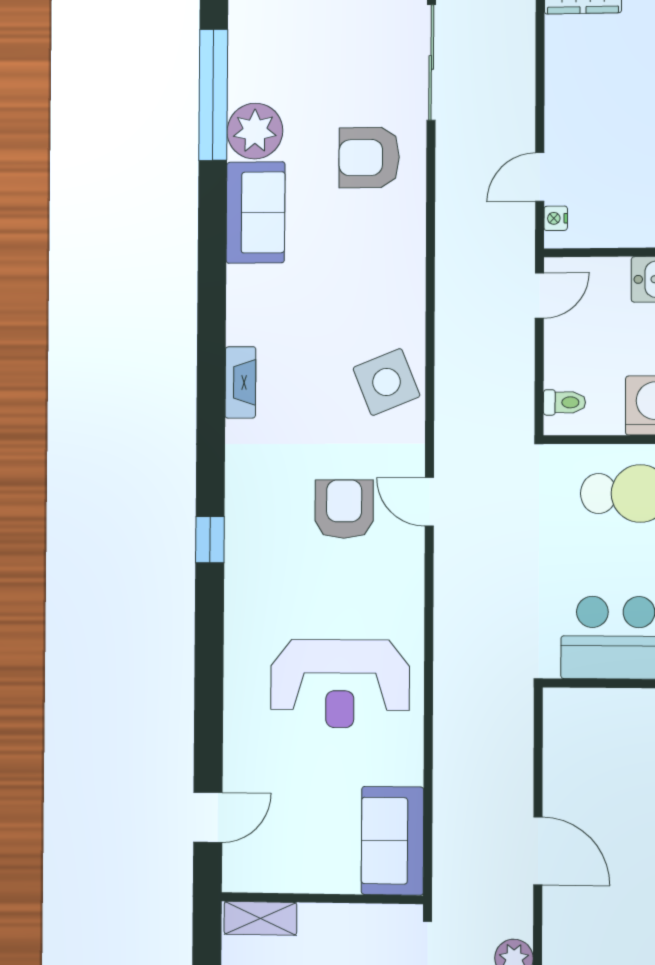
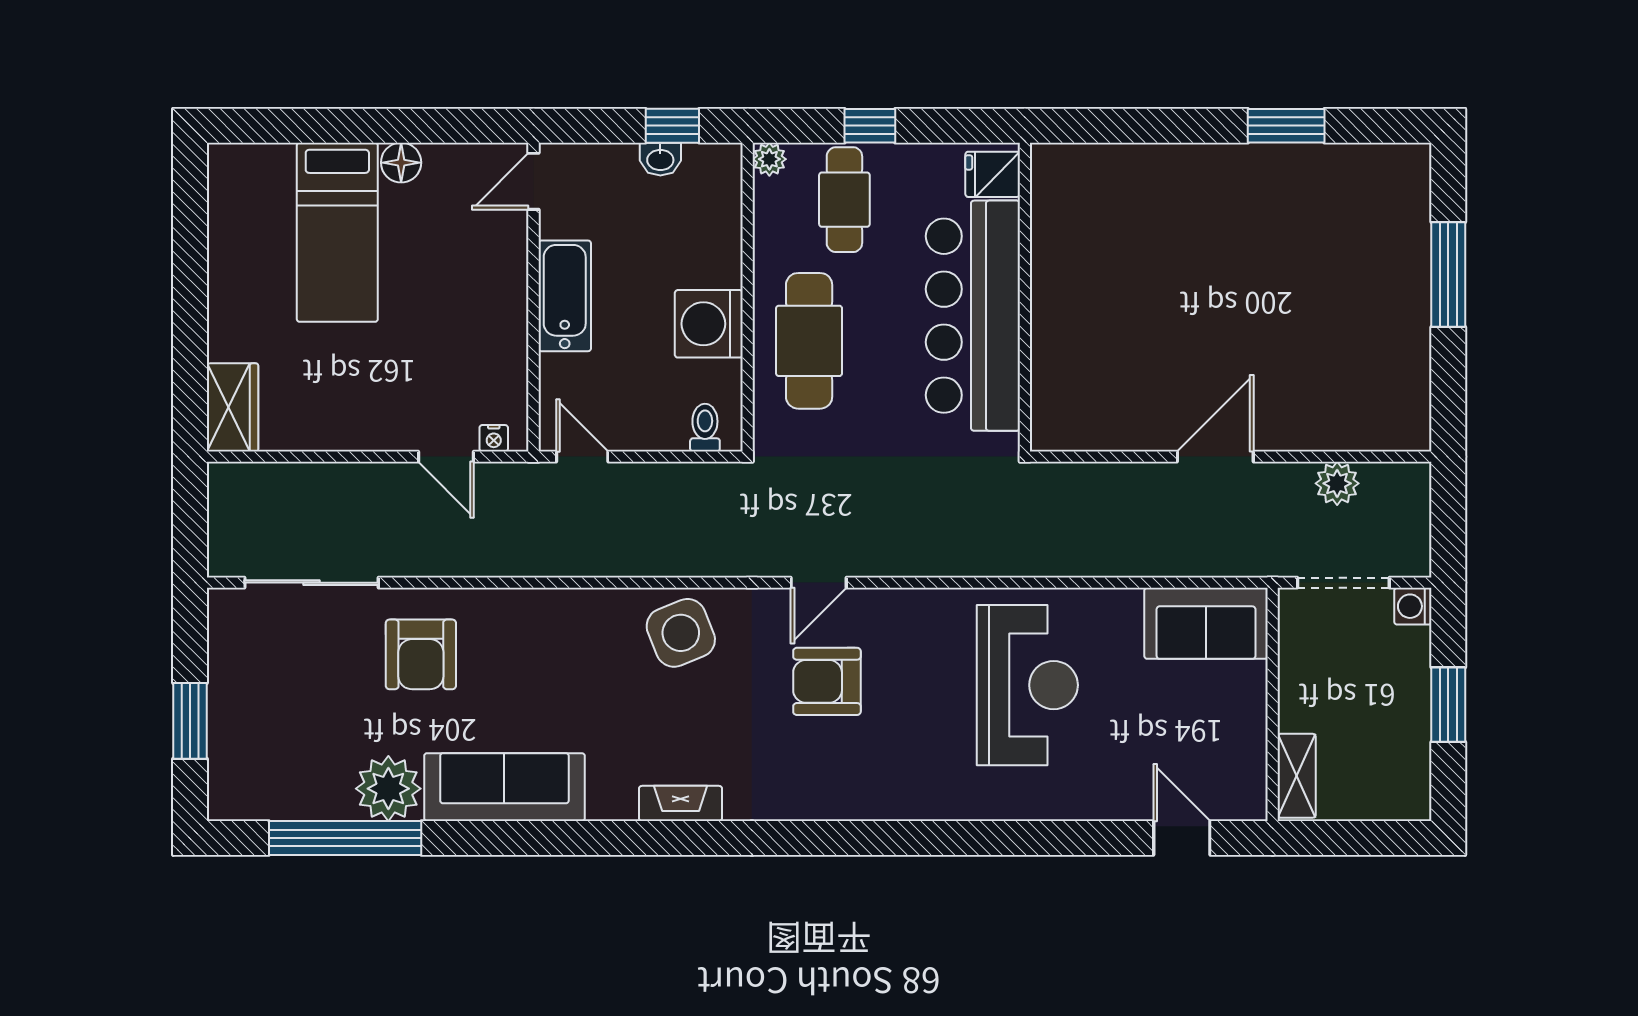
sofa: (256, 212) -> (504, 787), width x1.36
window: (210, 540) -> (862, 838), removed

